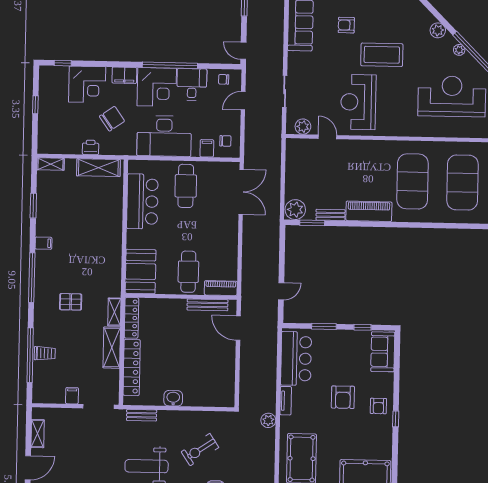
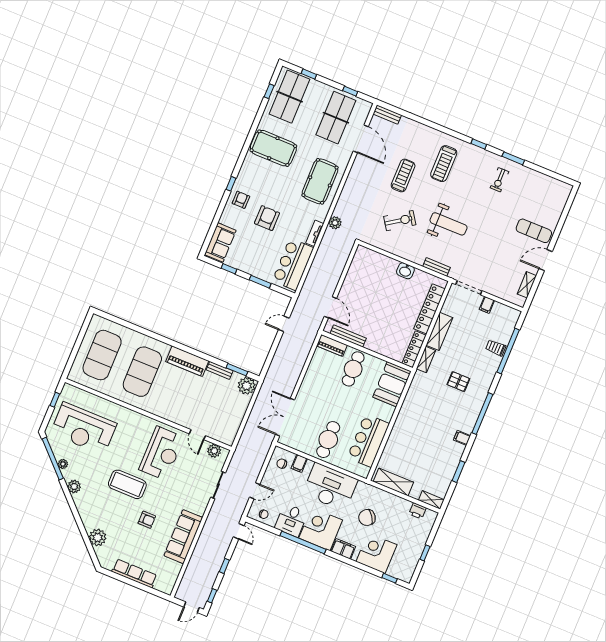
printer: (91, 147) -> (418, 511), moved

